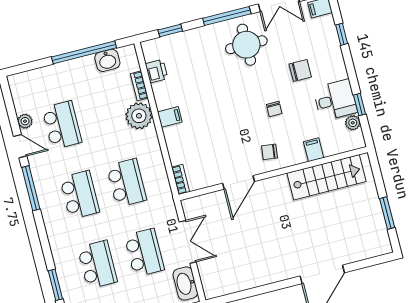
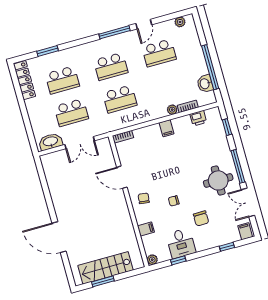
plant: (139, 116) -> (172, 110), width x0.53, depth x0.53
plant: (25, 121) -> (180, 22), moved
plant: (353, 123) -> (152, 260), moved
stairs: (326, 177) -> (106, 268), moved, turned 90

